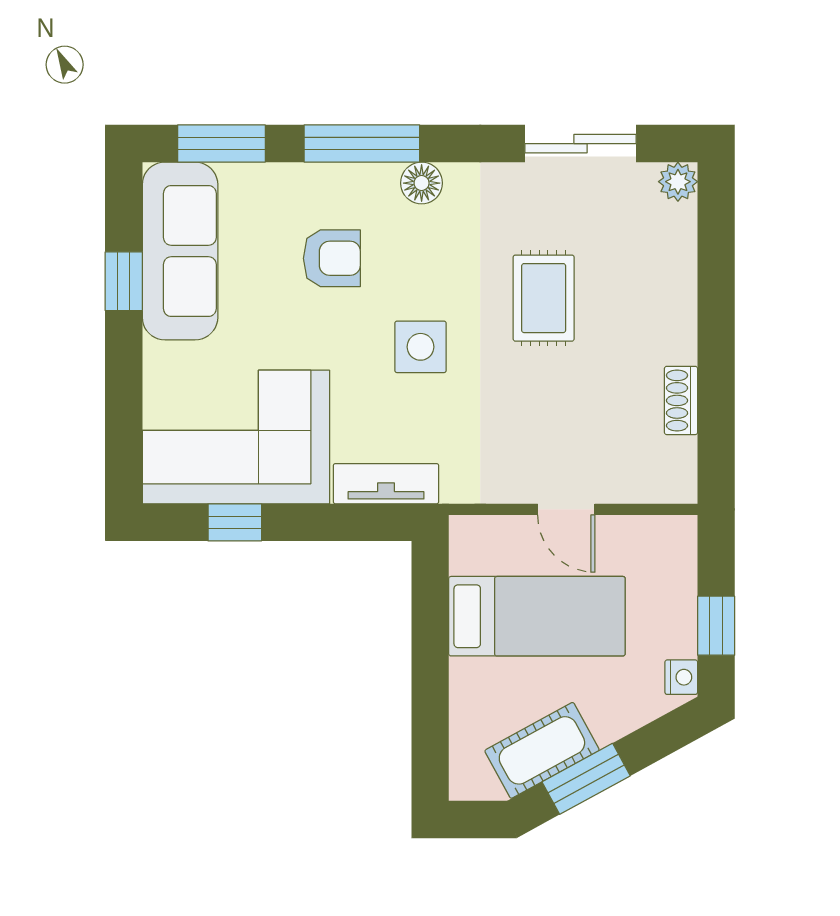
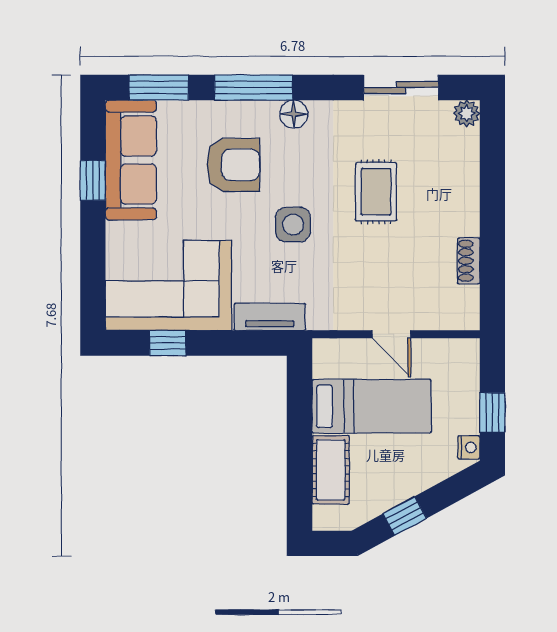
armchair: (332, 258) -> (233, 165), width x1.38, depth x1.38
cot: (542, 750) -> (331, 470), moved, turned -61
window: (586, 779) -> (405, 516), width x0.67

